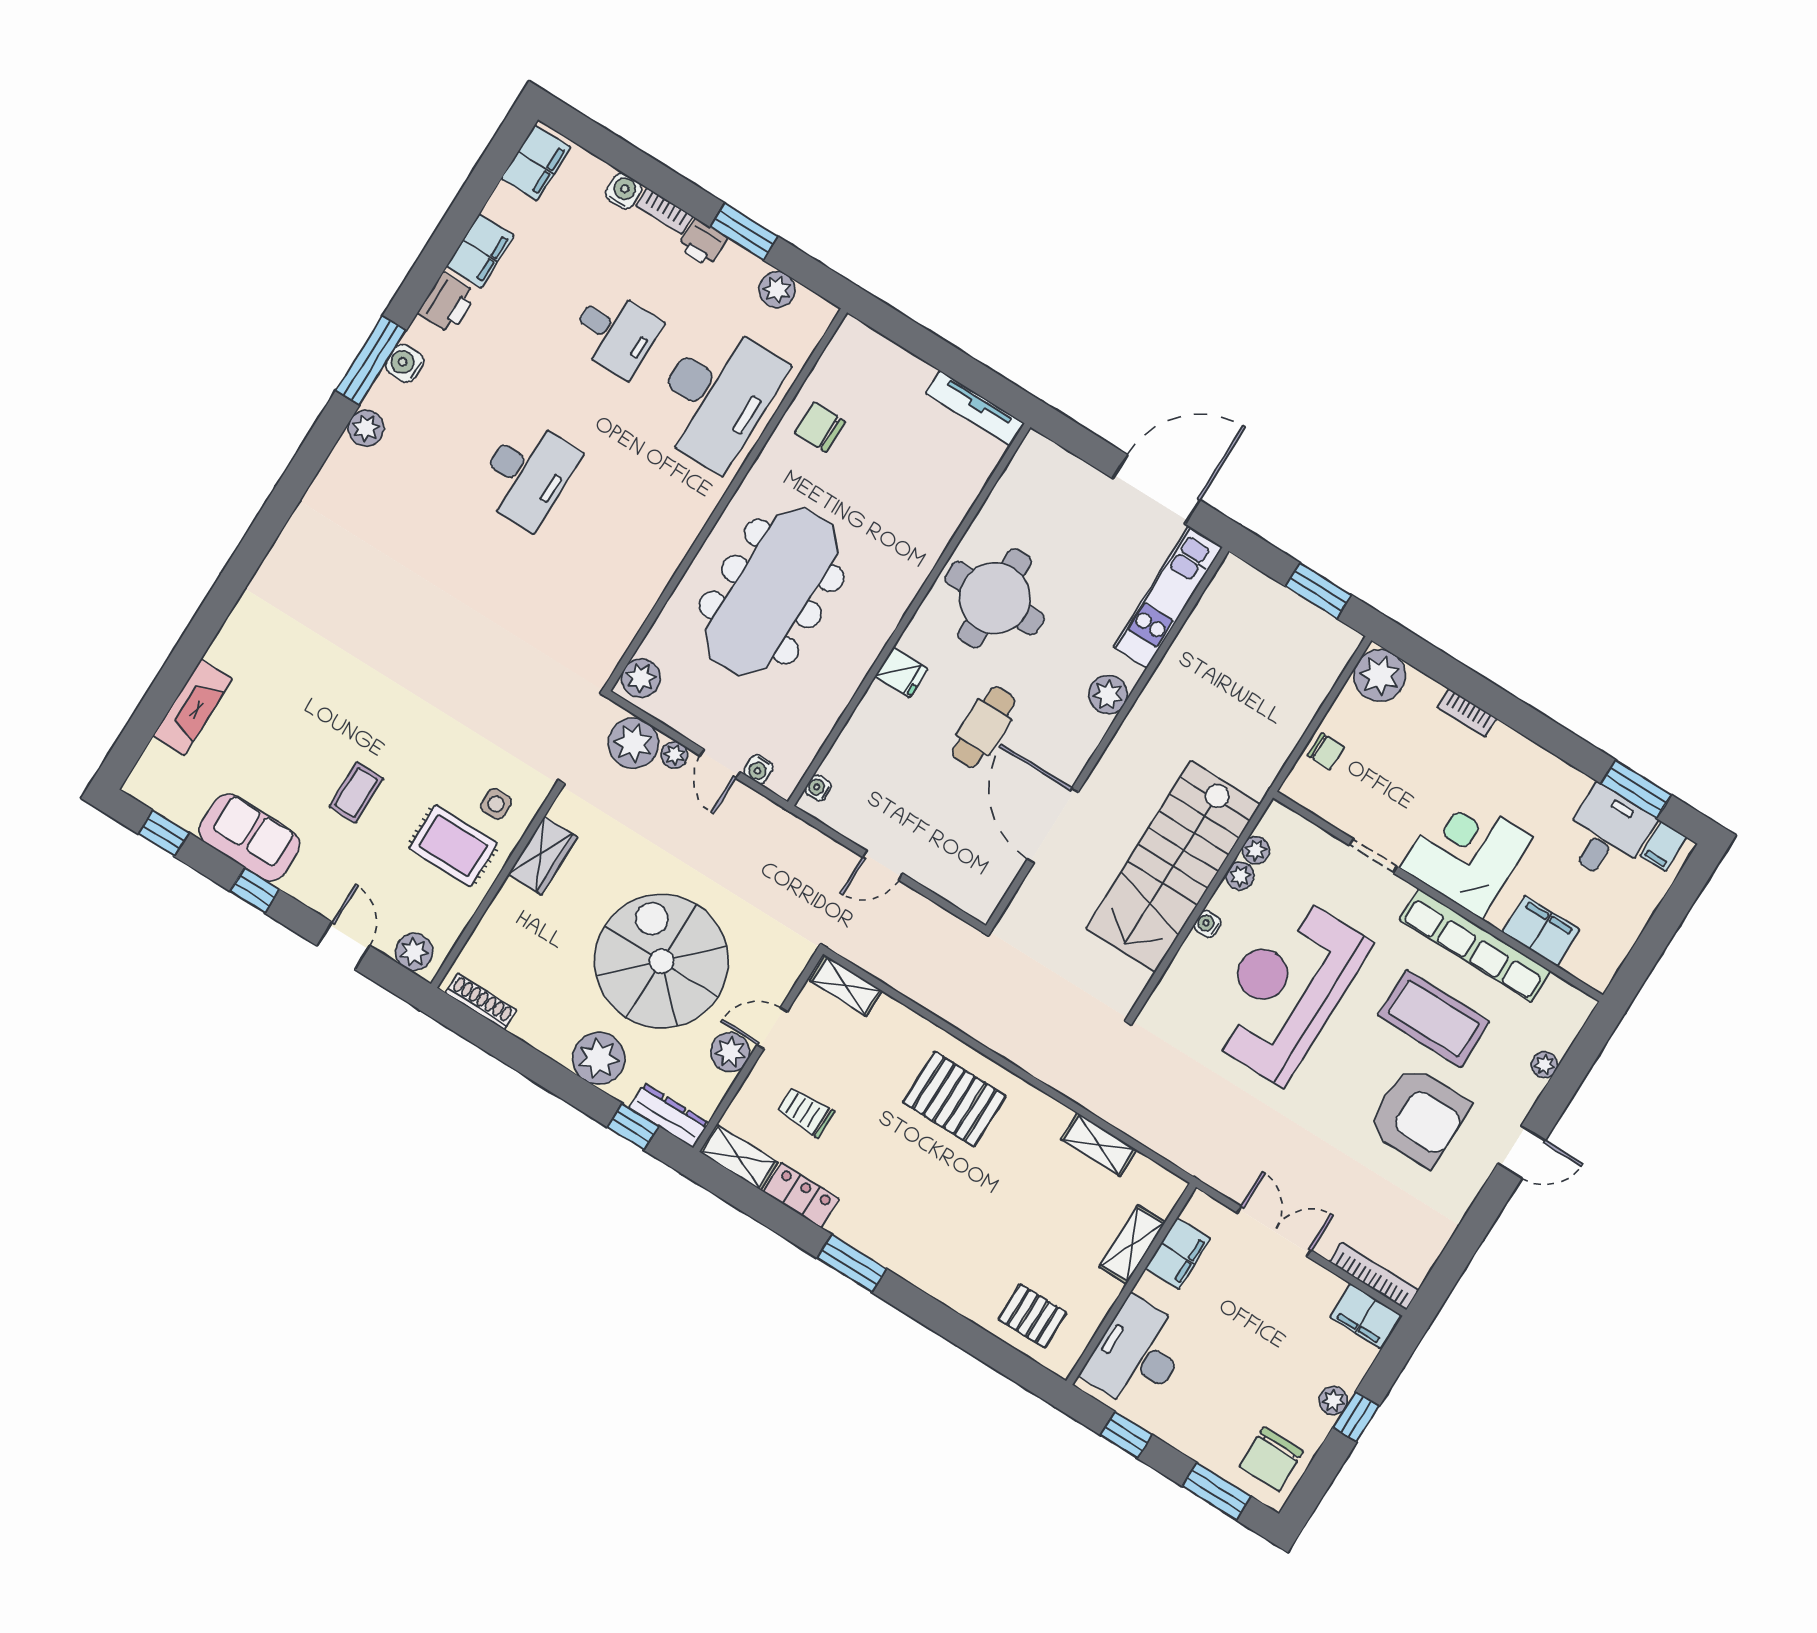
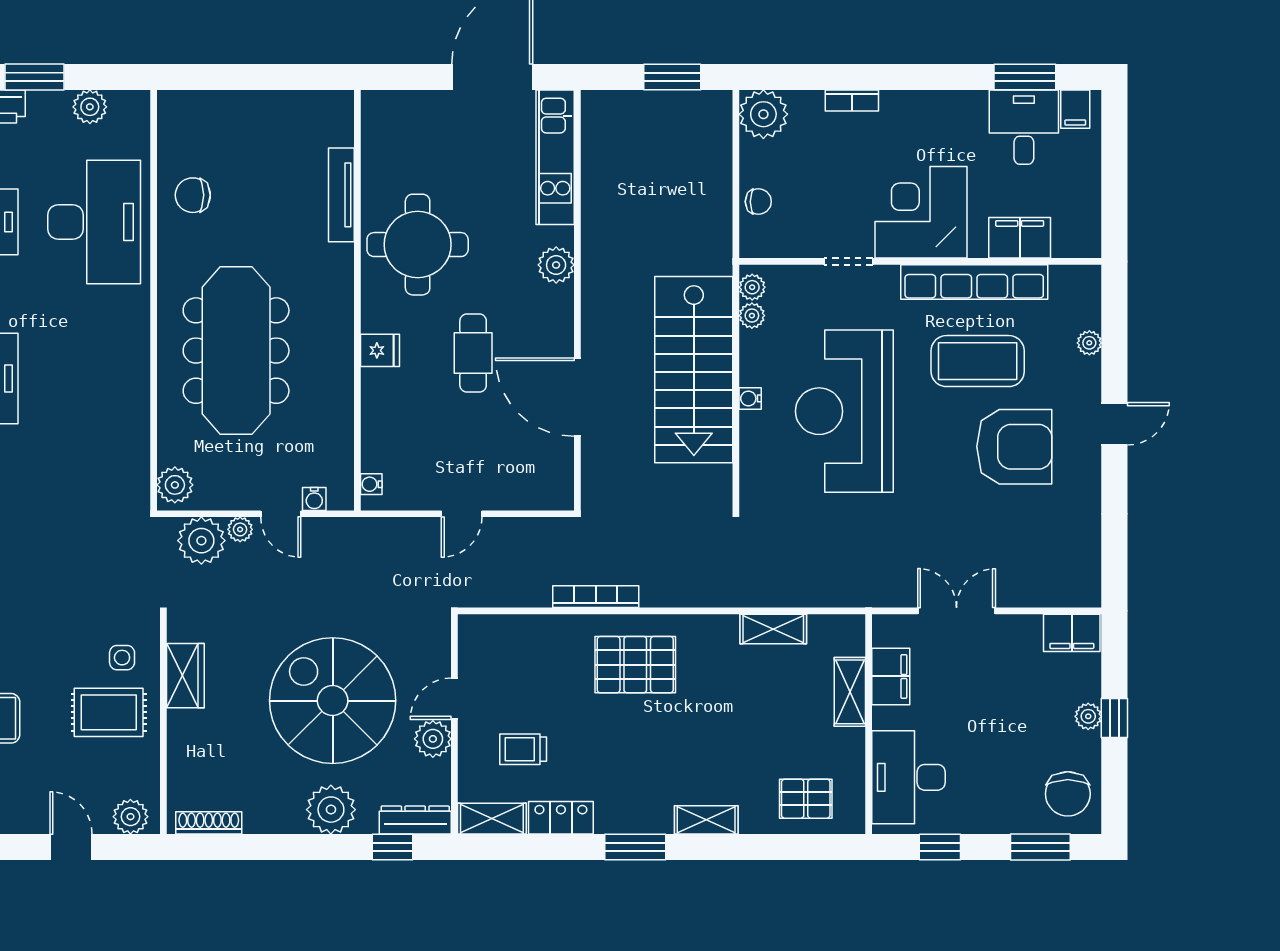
tv unit: (975, 408) -> (341, 195), moved, turned 90
plant: (1240, 876) -> (752, 287), moved
shelving: (846, 986) -> (706, 820), moved
bookcase: (1374, 1276) -> (596, 597), moved

